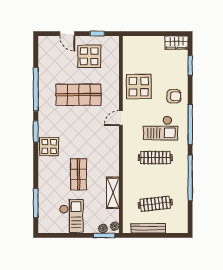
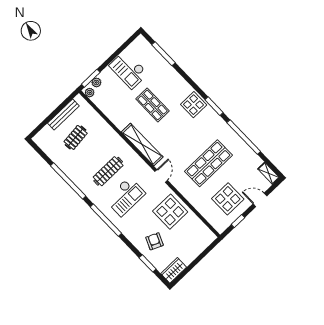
shelving: (43, 47) -> (269, 173), added
armchair: (174, 96) -> (155, 241), moved, turned 114
checkout: (160, 128) -> (125, 197), turned 180
shelving: (113, 193) -> (142, 144), moved, width x1.47
clothes rail: (155, 204) -> (76, 137), width x0.73

